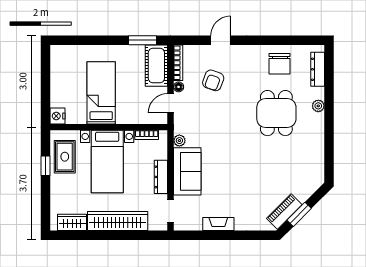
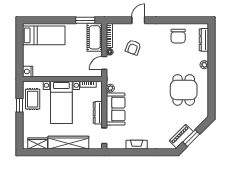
bed: (101, 93) -> (44, 35), moved, turned 90
dining table: (276, 113) -> (184, 90), moved

